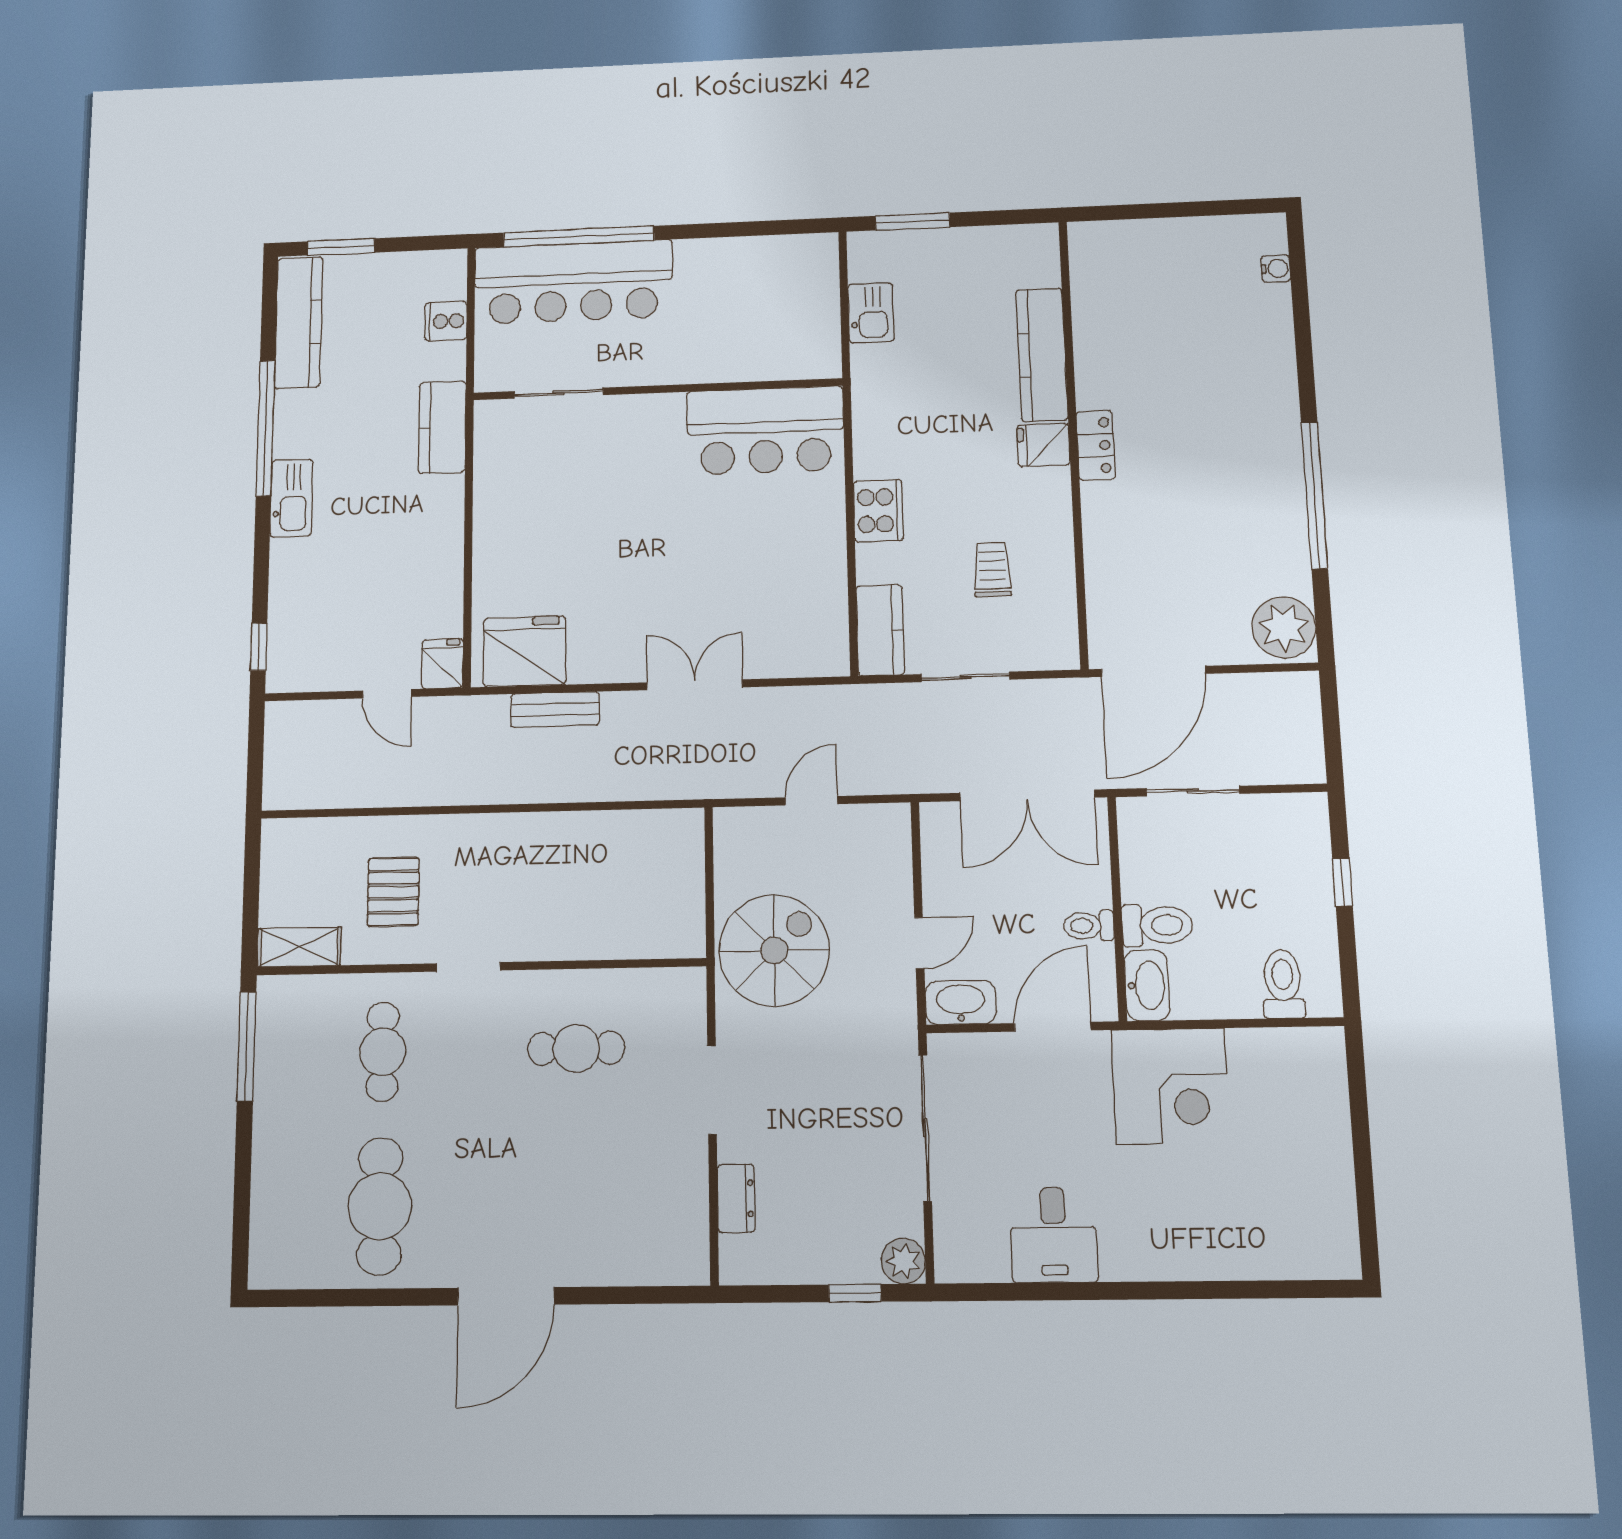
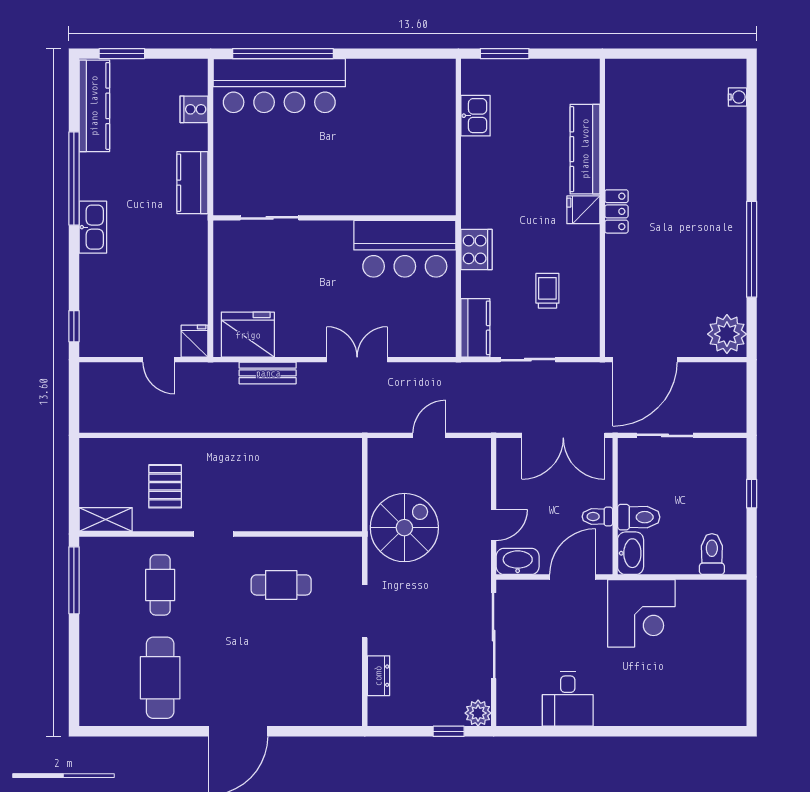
wall: (657, 389) -> (334, 218), moved
sliding door: (559, 393) -> (270, 218), moved
bar counter: (765, 430) -> (405, 249), moved

